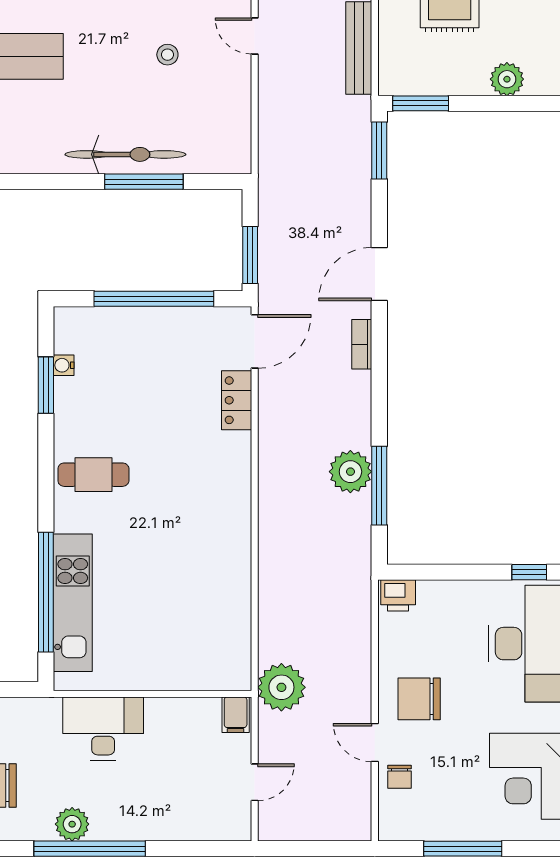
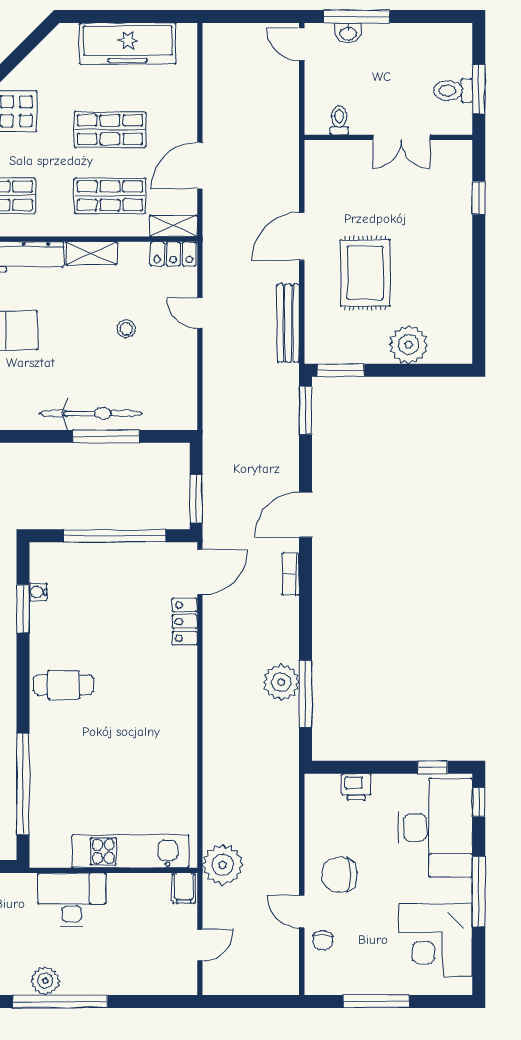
plant: (507, 79) -> (409, 344), width x1.36, depth x1.36
printer: (398, 595) -> (356, 787), moved
kitchen unit: (73, 603) -> (130, 851), moved, turned -90

